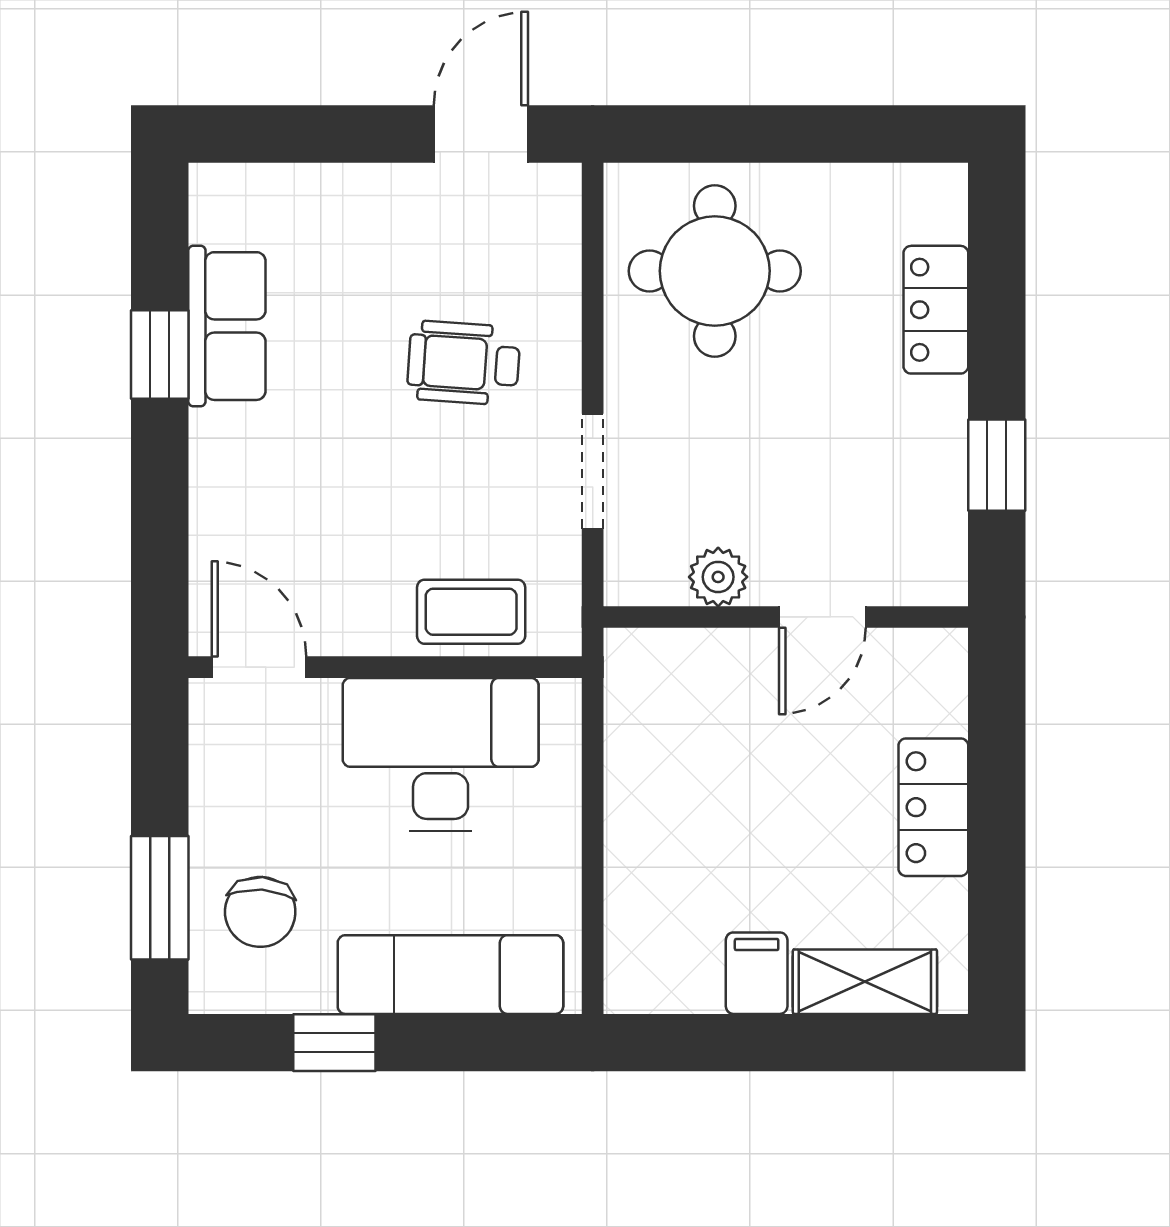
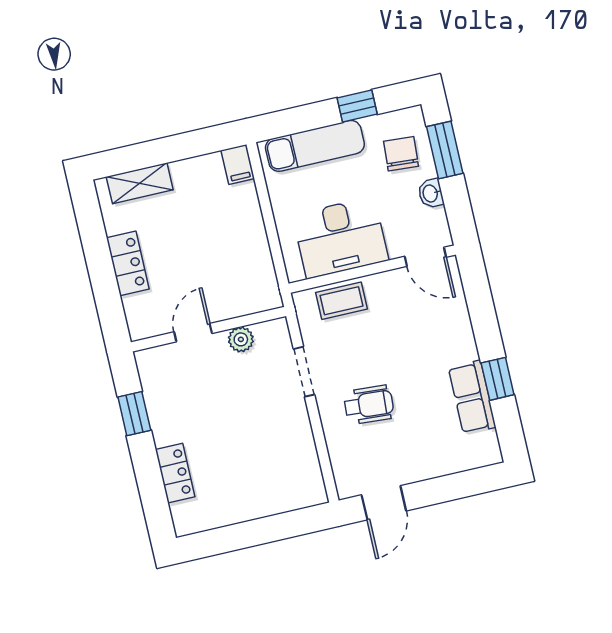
round table: (715, 271) -> (272, 468), removed
washbasin: (214, 807) -> (431, 193), added
filing cabinet: (757, 973) -> (238, 164), moved

